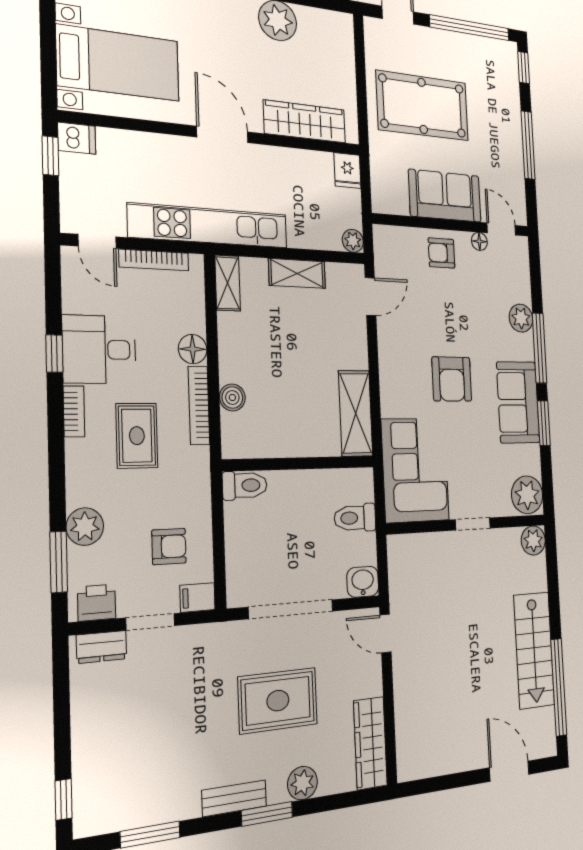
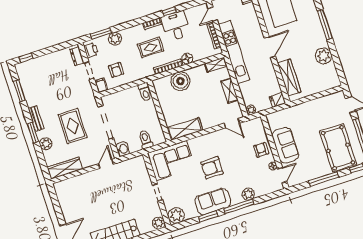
pool table: (423, 106) -> (338, 148), moved
boiler: (232, 397) -> (180, 81), width x1.86, depth x1.86

